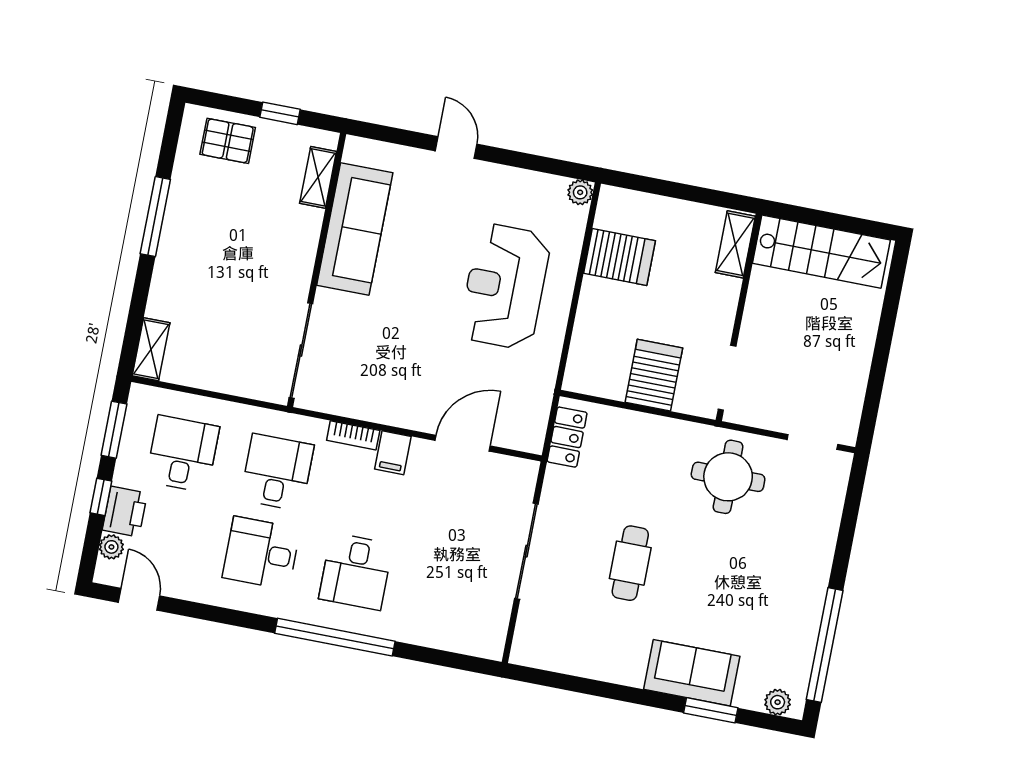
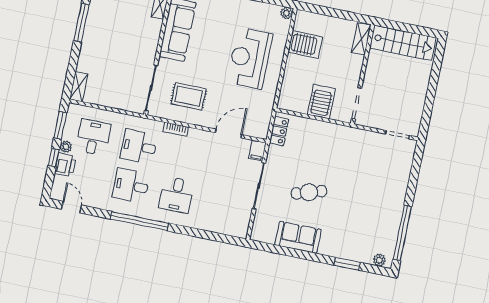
rug: (379, 367) -> (189, 96), added
filing cabinet: (393, 453) -> (257, 151), moved
desk: (277, 472) -> (139, 147), turned -90
round table: (728, 477) -> (357, 151), removed
plant: (111, 547) -> (66, 147), moved
cafe table: (630, 563) -> (309, 192), turned 73
window: (335, 637) -> (139, 221), moved
sofa: (692, 673) -> (298, 237), moved

